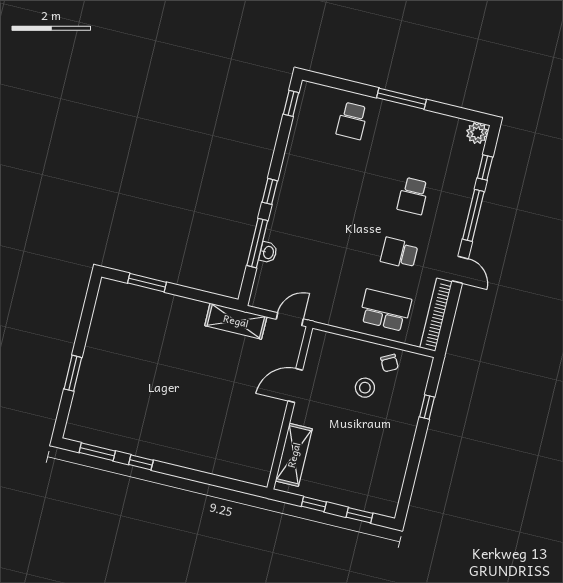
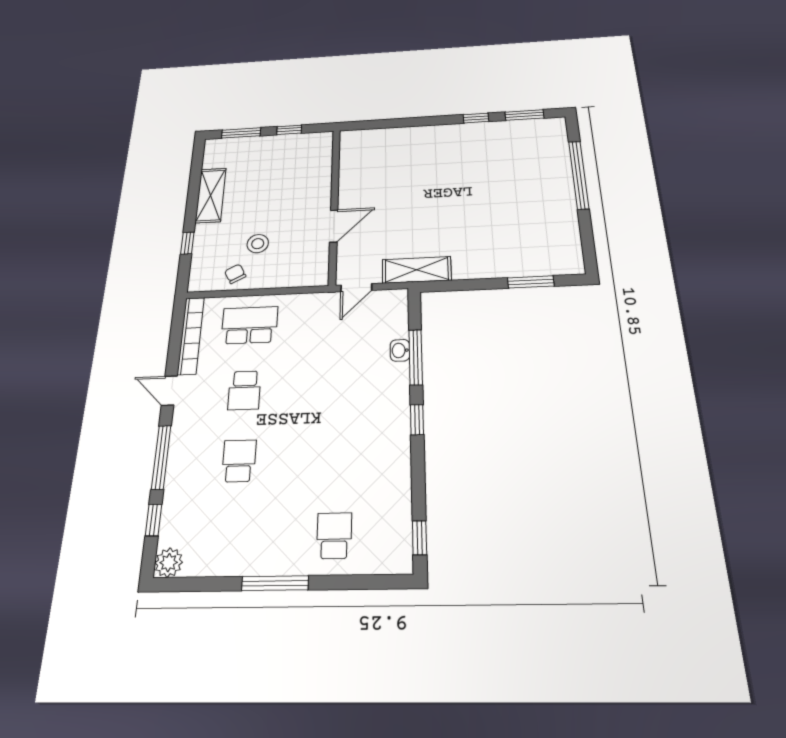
school desk: (399, 253) -> (244, 390), turned 90
school desk: (385, 310) -> (250, 325), turned 180
window: (73, 373) -> (579, 175), width x2.11
shelving: (294, 455) -> (211, 195), moved
window: (360, 515) -> (241, 133), width x1.50

